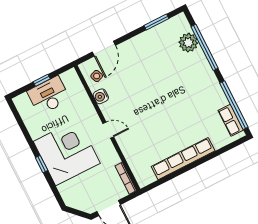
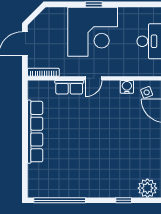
plant: (188, 43) -> (147, 188), moved
window: (205, 47) -> (124, 200), width x0.32
row of seats: (231, 120) -> (69, 87), moved, turned 180

